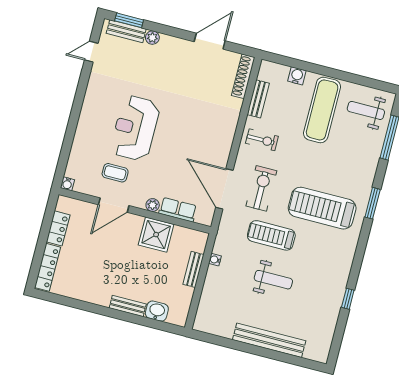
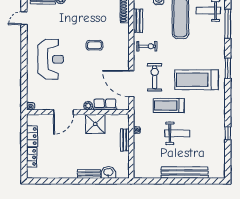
reception desk: (135, 128) -> (51, 59), moved, turned 180
coffee table: (115, 173) -> (94, 45), moved
locker: (47, 267) -> (32, 157), width x0.66

